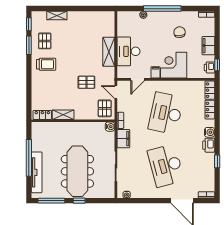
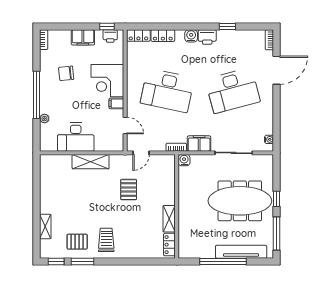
desk: (129, 51) -> (76, 137), moved
pallet: (105, 108) -> (161, 167), removed

